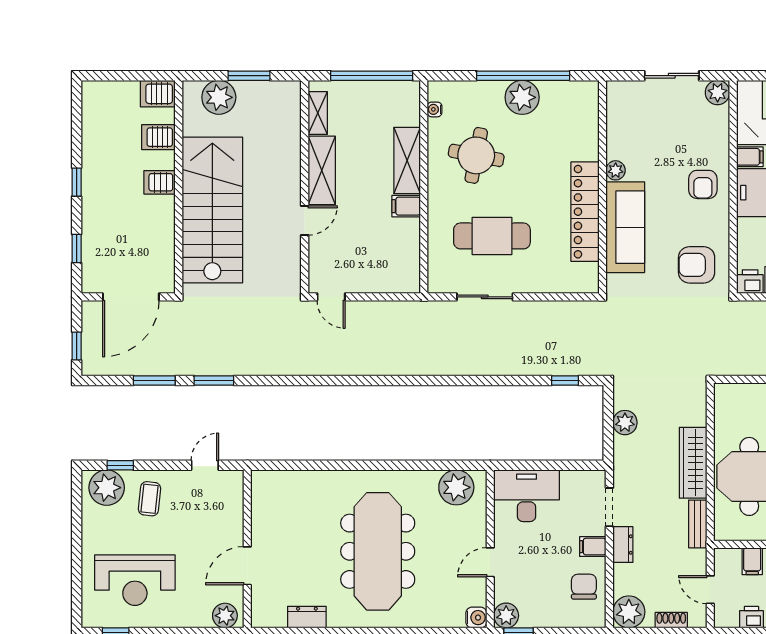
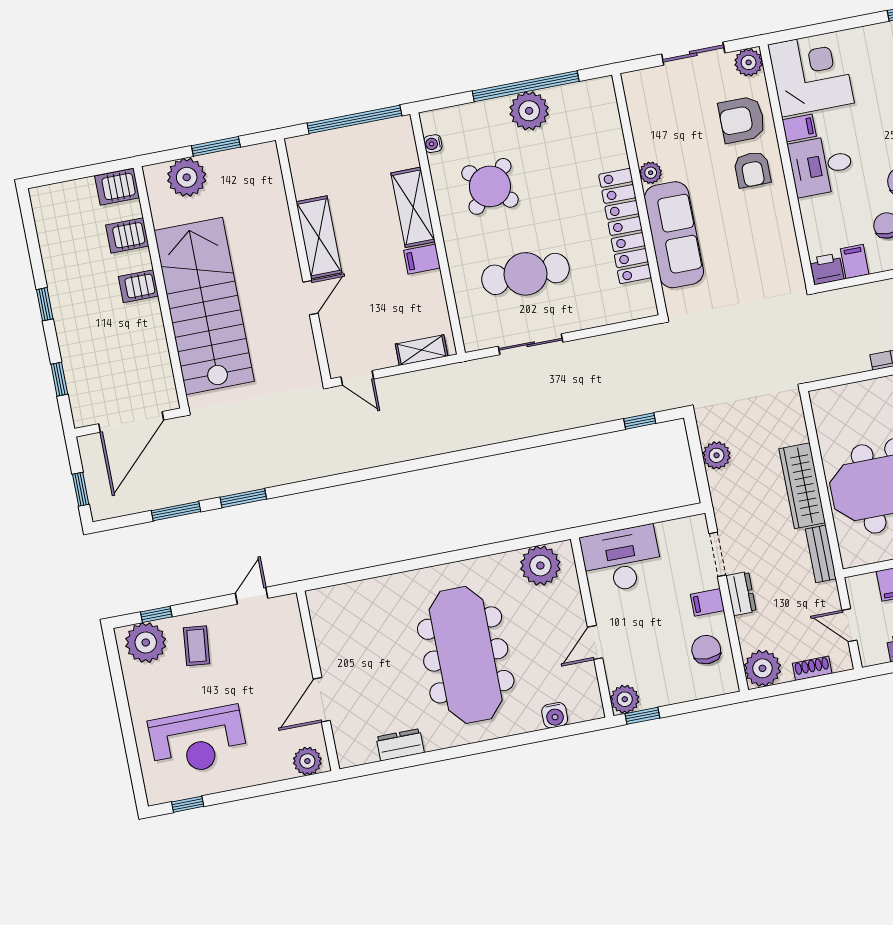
shelving: (318, 113) -> (422, 350), moved, turned 90
round table: (476, 155) -> (490, 186), turned 33
armchair: (697, 265) -> (742, 120), moved
water cooler: (476, 618) -> (555, 715), moved, turned 90

